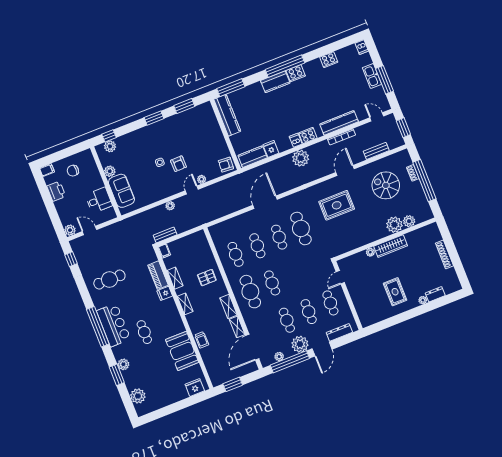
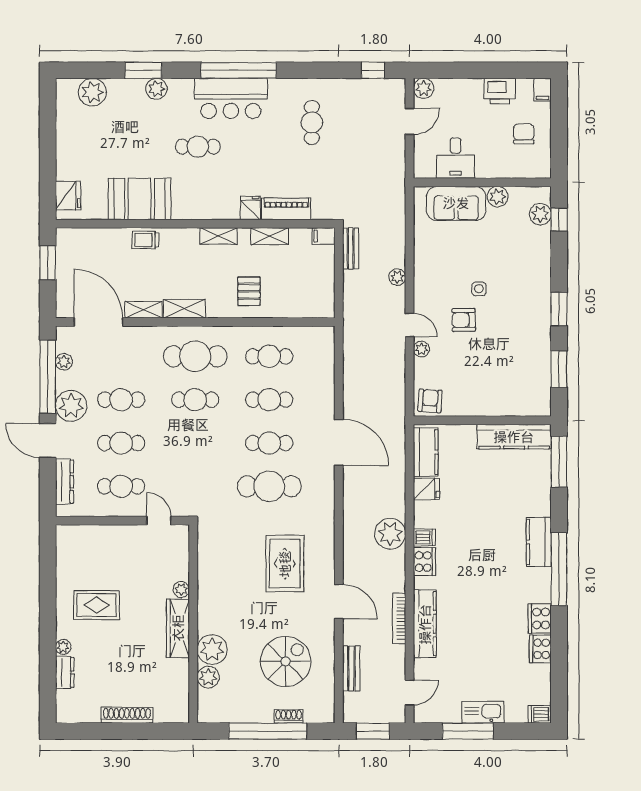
cooker: (296, 73) -> (540, 619), moved
cafe table: (109, 280) -> (312, 123), width x0.73, depth x0.74

